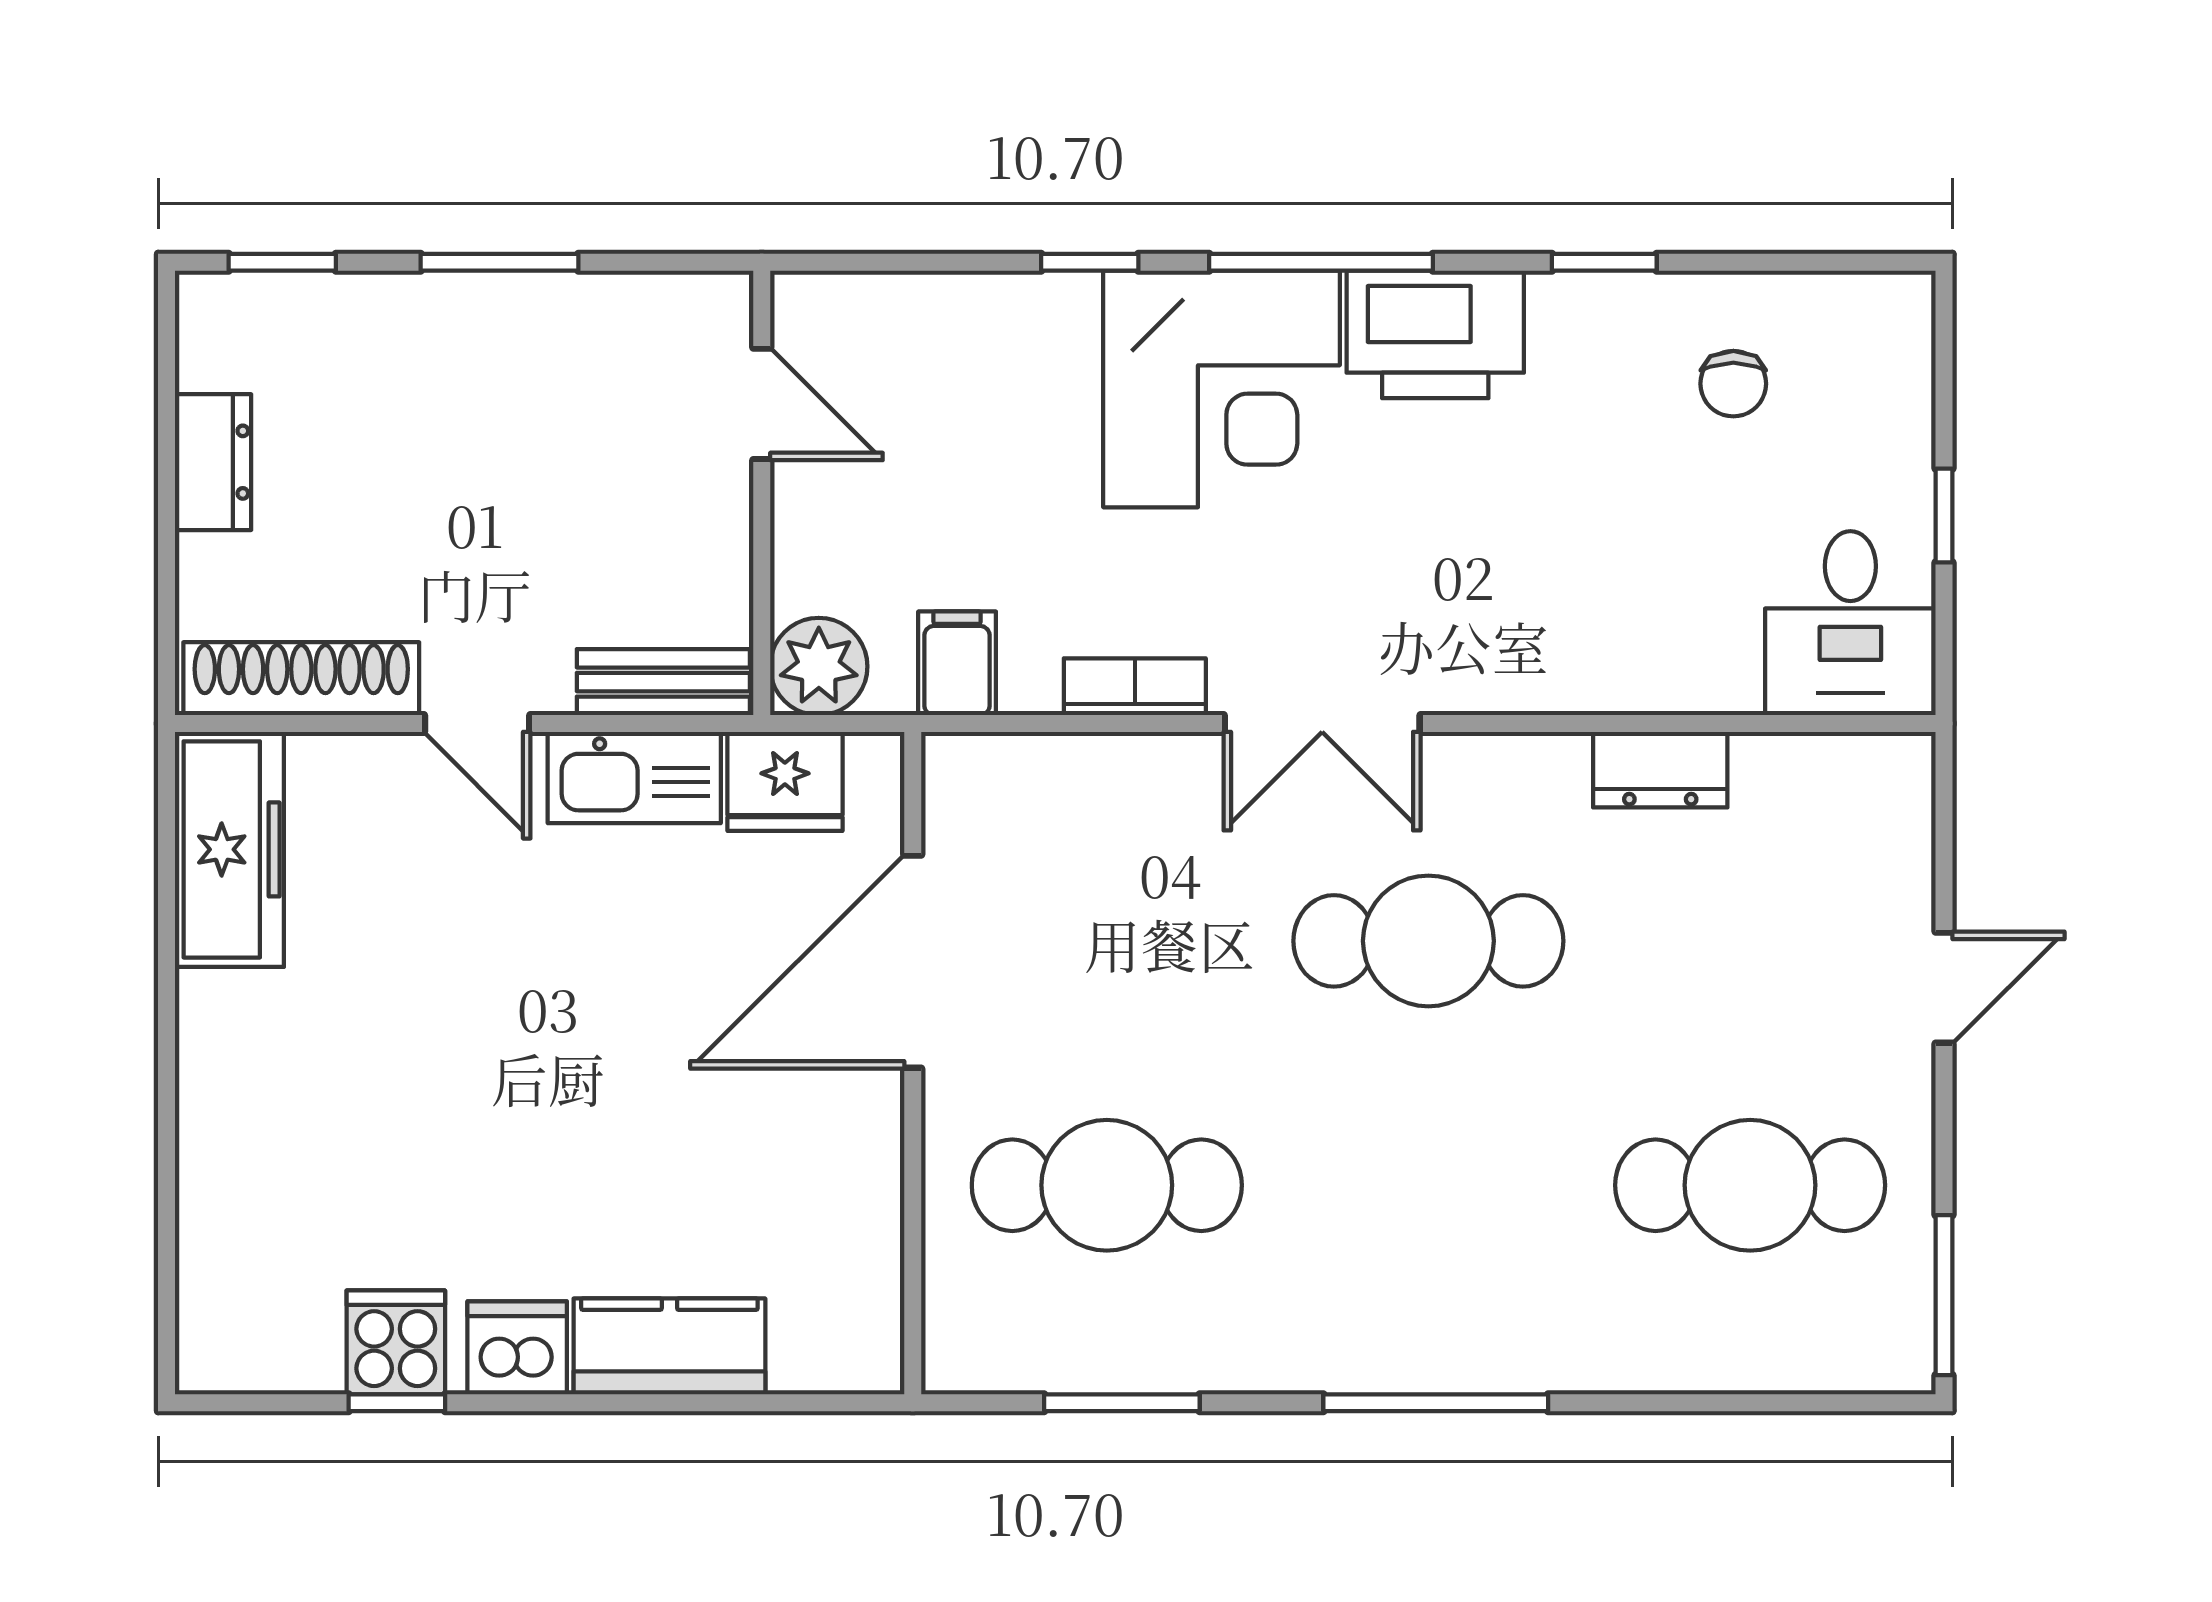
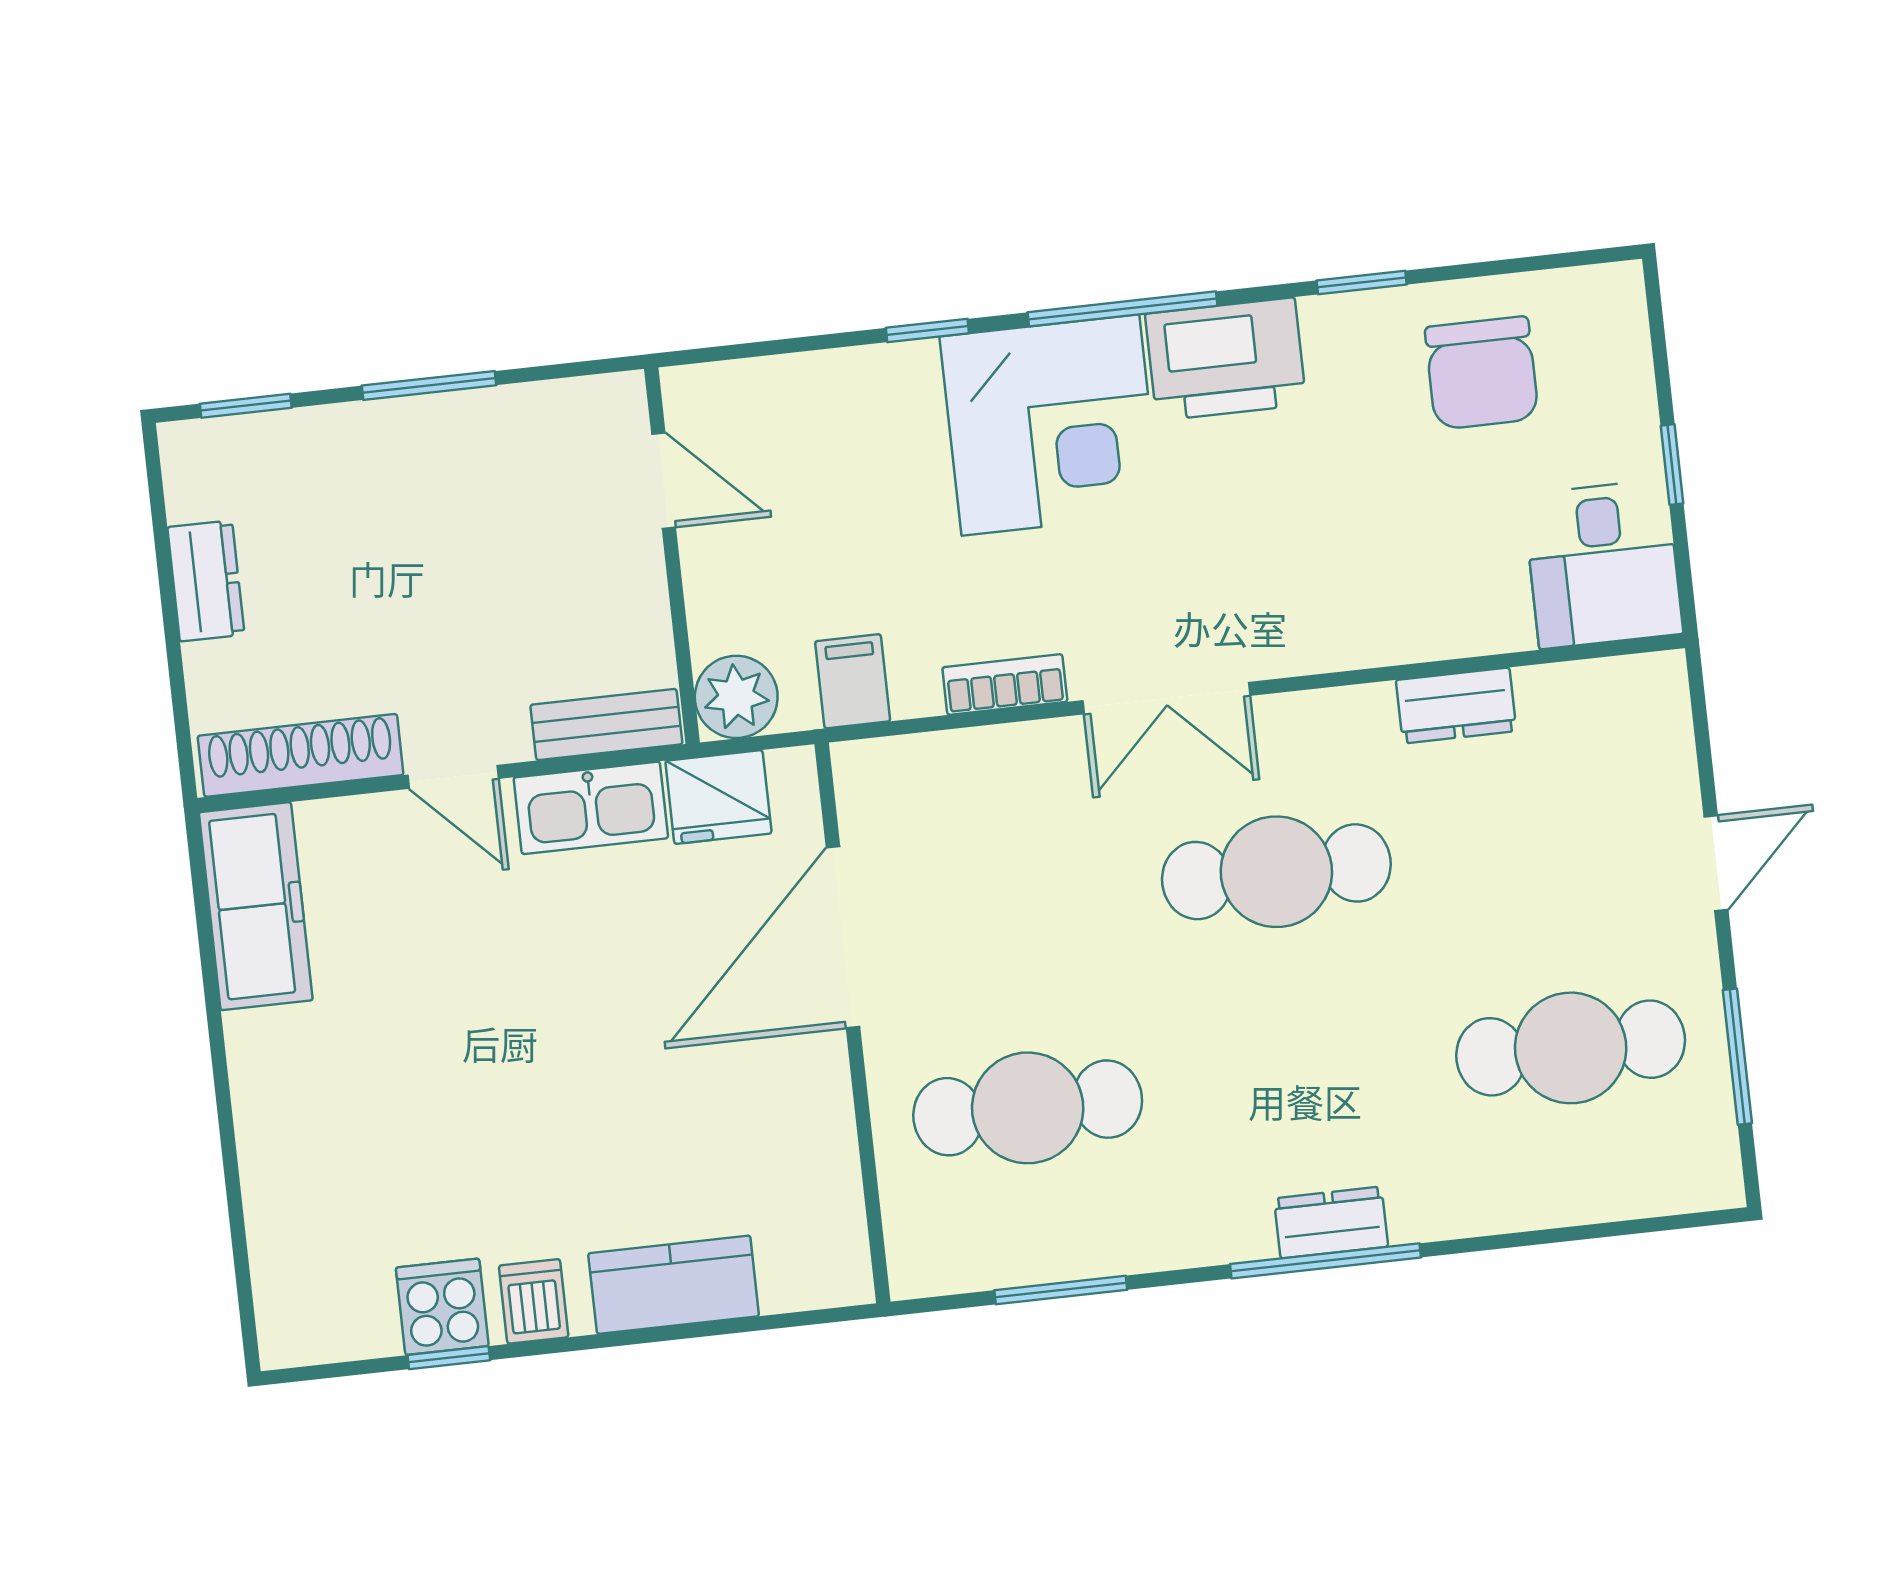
chair: (1733, 384) -> (1482, 373), width x1.87, depth x1.87
window: (1944, 1295) -> (1737, 1057), moved
dishwasher: (517, 1348) -> (534, 1301), width x0.73
dresser: (1447, 1359) -> (1331, 1222), added

